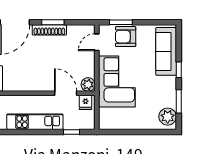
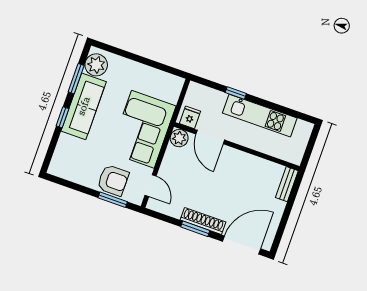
door: (97, 42) -> (151, 186), hinge flipped
sofa: (166, 51) -> (84, 106), moved
window: (71, 132) -> (236, 93), moved

